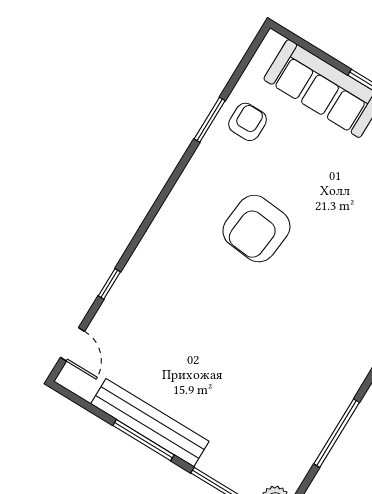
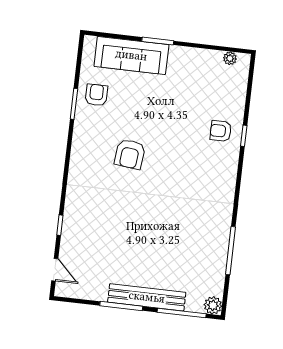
armchair: (256, 229) -> (130, 154), width x0.73, depth x0.73
bench: (150, 423) -> (147, 297), moved

